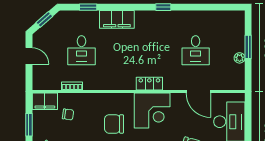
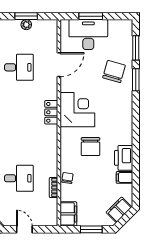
window: (248, 47) -> (26, 16), moved
door: (29, 56) -> (24, 229), hinge flipped
chair: (68, 114) -> (67, 178), moved
window: (248, 124) -> (91, 16), added

